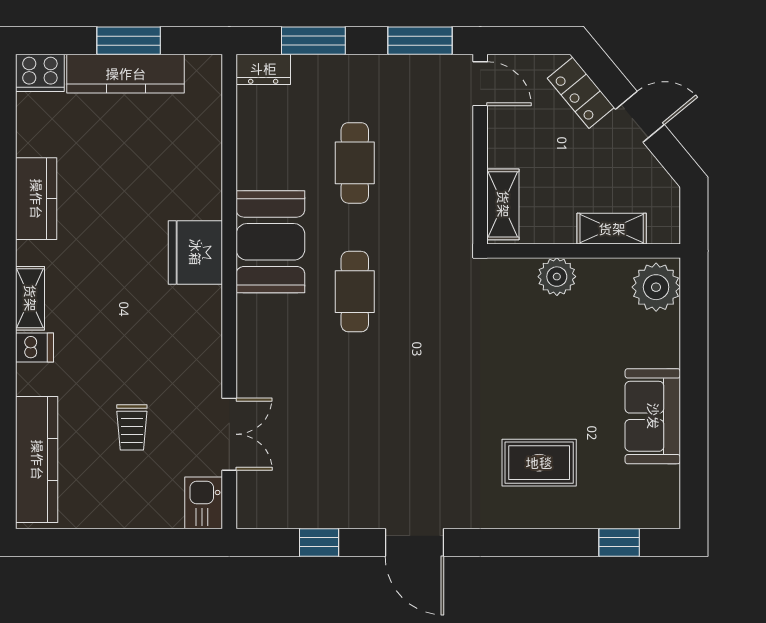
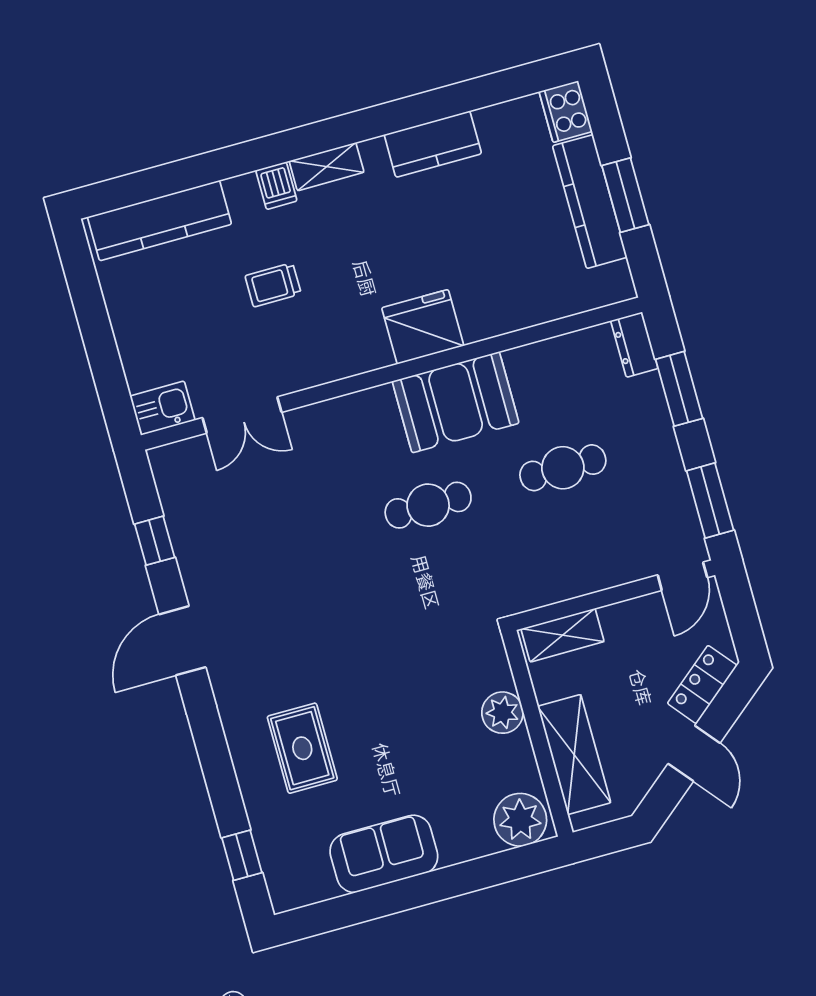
shelving: (612, 229) -> (574, 755), width x1.50, depth x1.33
trolley: (132, 427) -> (273, 285), moved

